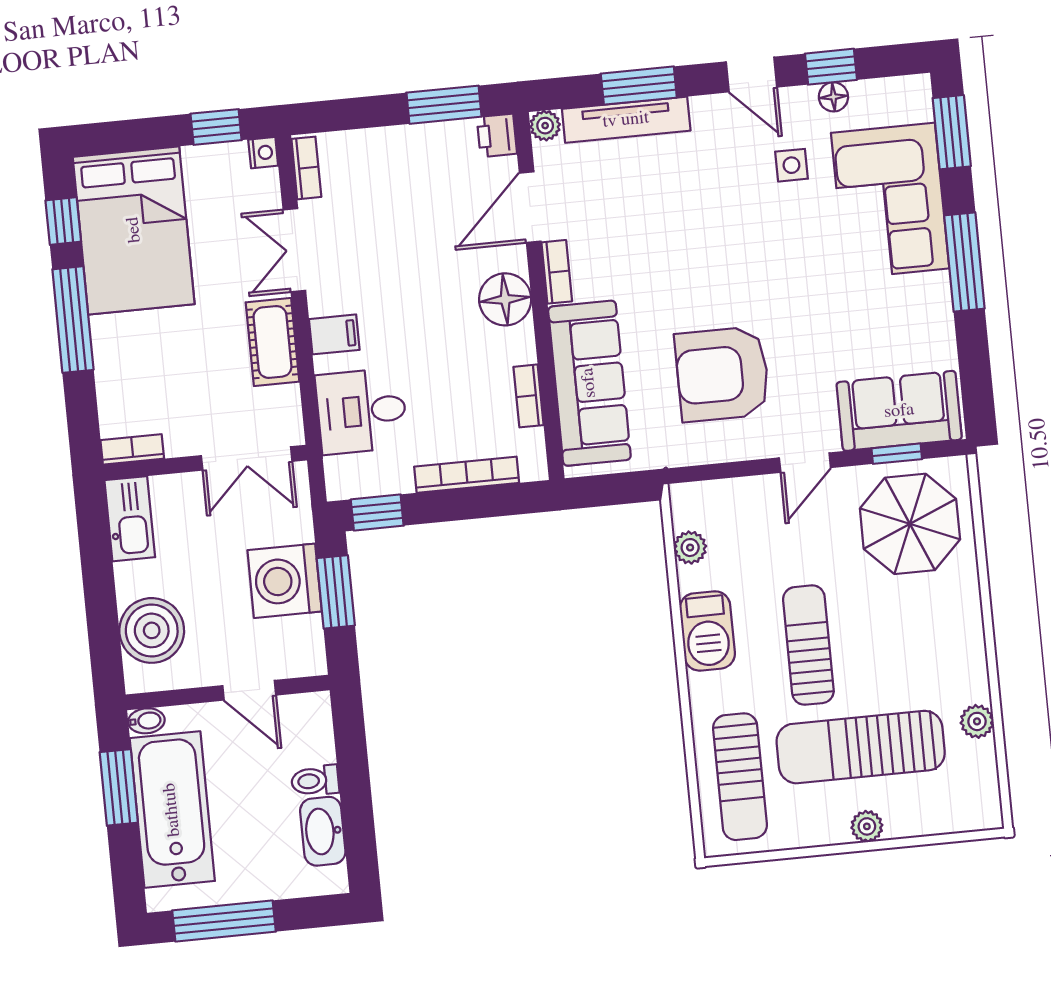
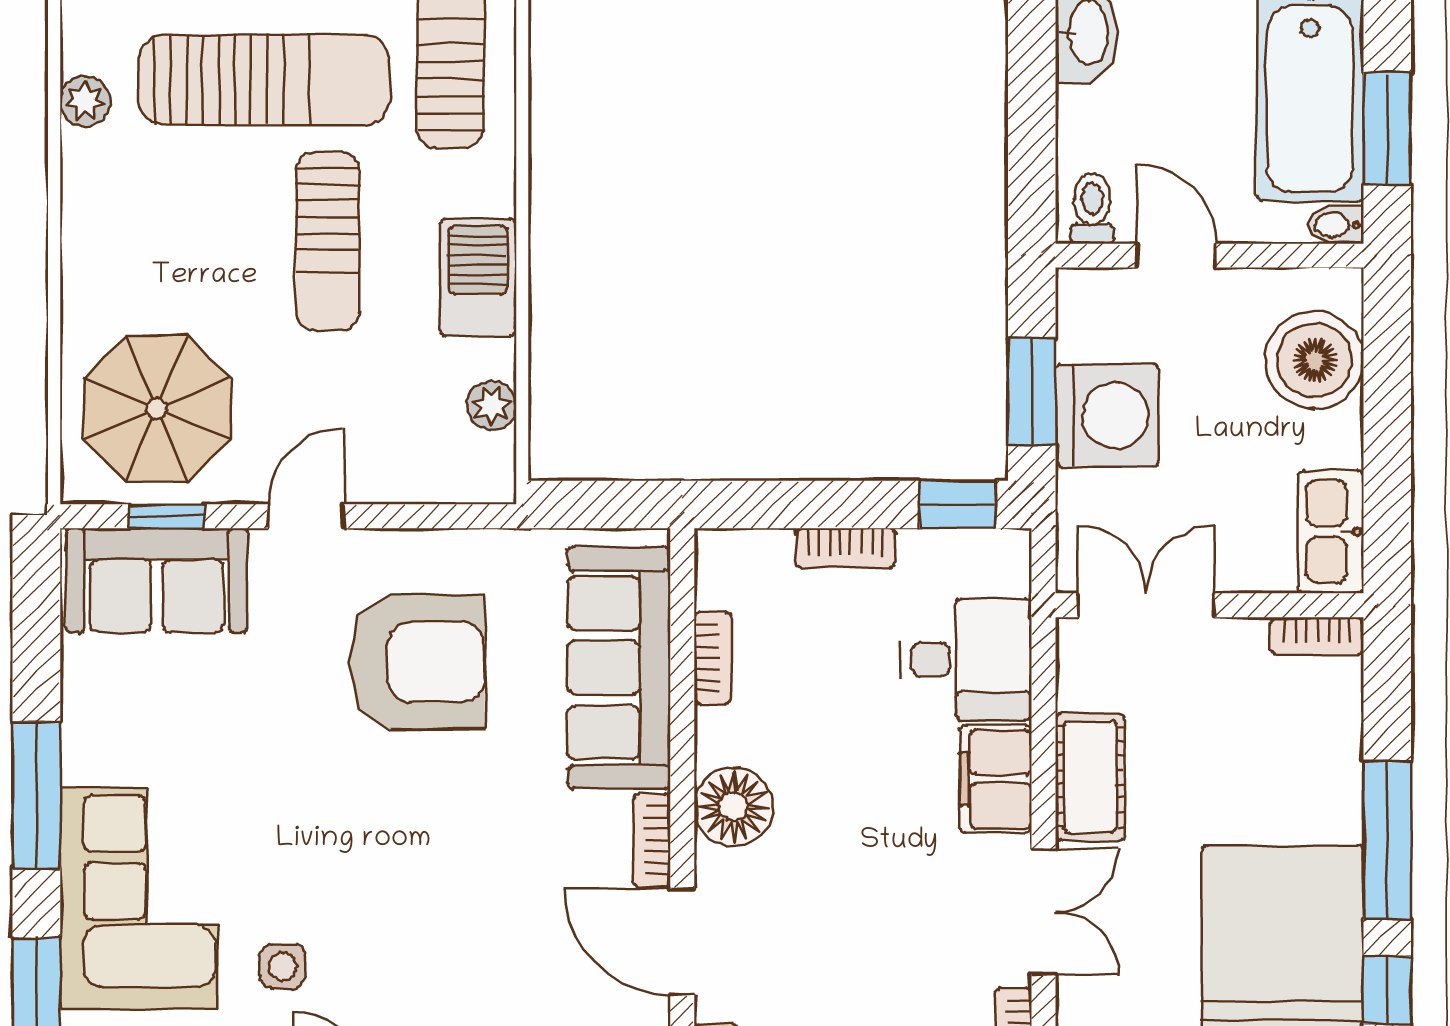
door: (530, 207) -> (682, 942), swing flipped
filing cabinet: (334, 334) -> (996, 779), width x2.00
bookcase: (467, 475) -> (845, 548), width x0.64
toilet: (315, 781) -> (1092, 209), moved, turned -90

